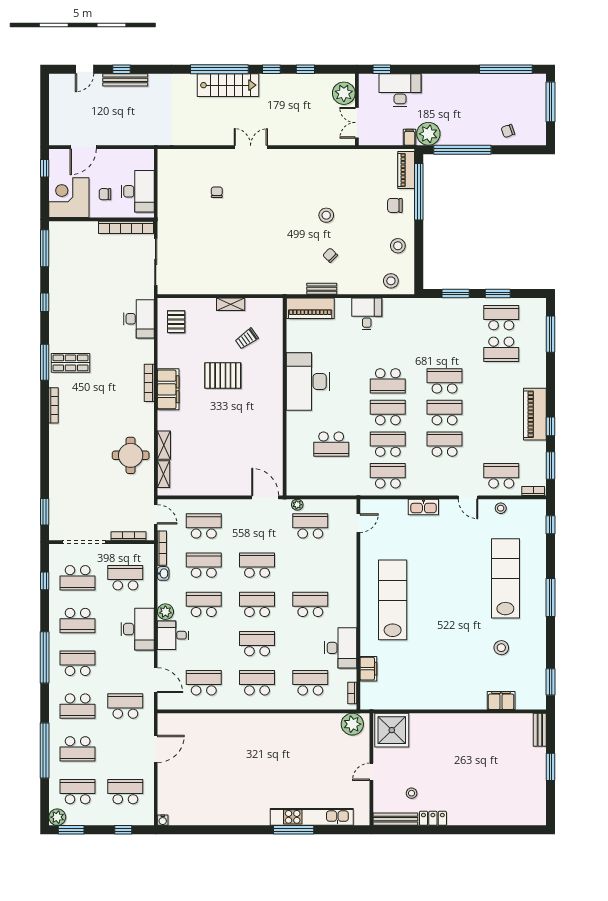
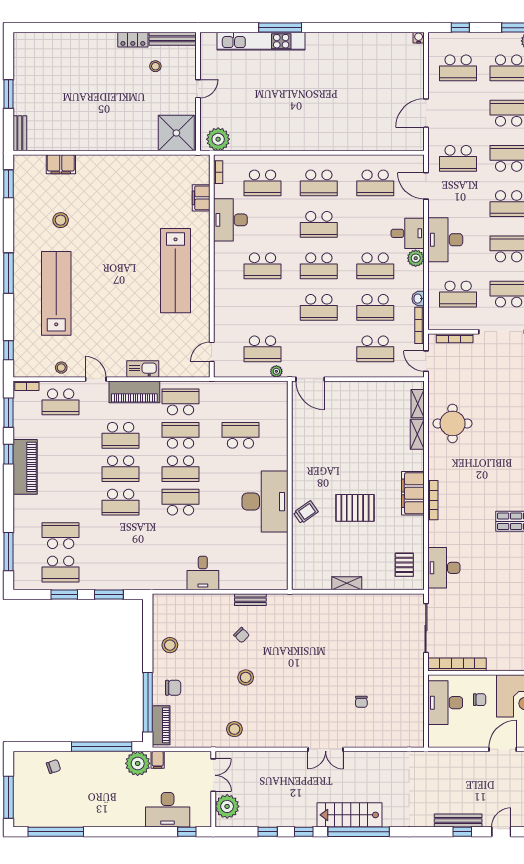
stool: (391, 281) -> (234, 729), moved
piano: (310, 308) -> (134, 392), moved, turned 180
trolley: (247, 339) -> (306, 512), moved
school desk: (388, 444) -> (181, 435), turned 180
school desk: (388, 476) -> (181, 402), turned 180
lab bench: (505, 578) -> (56, 293), turned 180

